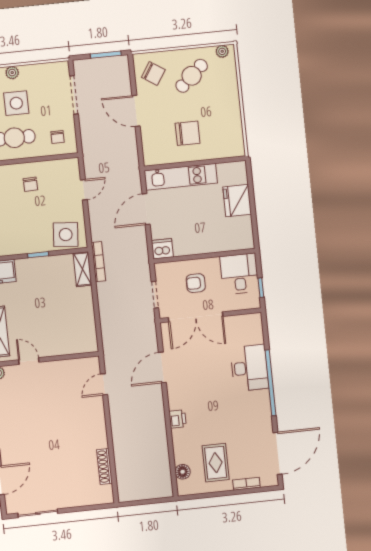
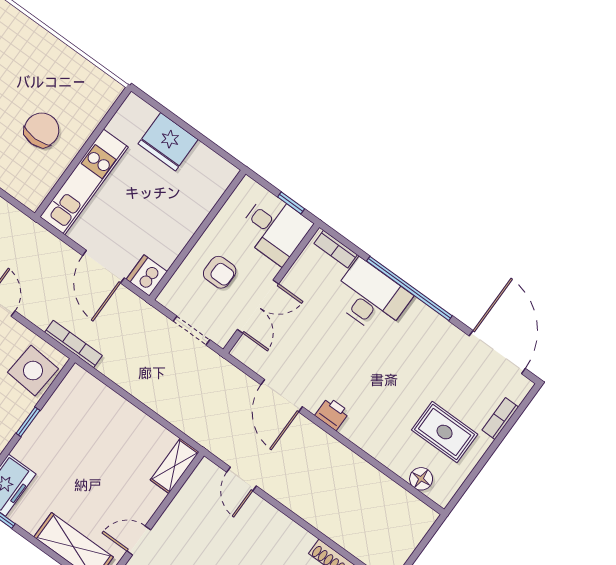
door: (146, 209) -> (103, 267), moved
bookcase: (98, 262) -> (73, 344), moved
shelving: (82, 269) -> (175, 466), moved, turned 90
desk: (239, 274) -> (275, 228), moved, turned 180
armchair: (196, 283) -> (220, 272), turned -90
double door: (196, 317) -> (258, 307), width x0.73
bookcase: (258, 330) -> (336, 249), added
printer: (178, 419) -> (332, 414), moved

